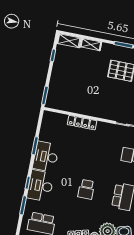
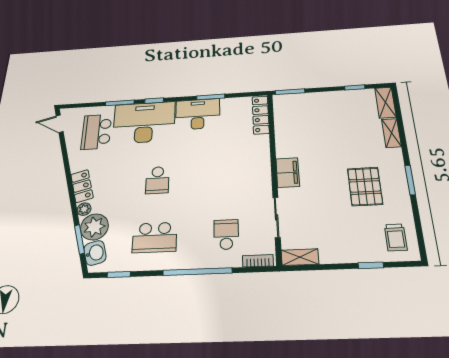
filing cabinet: (101, 112) -> (288, 173), added
locker: (82, 123) -> (261, 115), moved
desk: (40, 186) -> (144, 122), width x1.36, depth x1.30
school desk: (86, 189) -> (157, 180), turned -90

